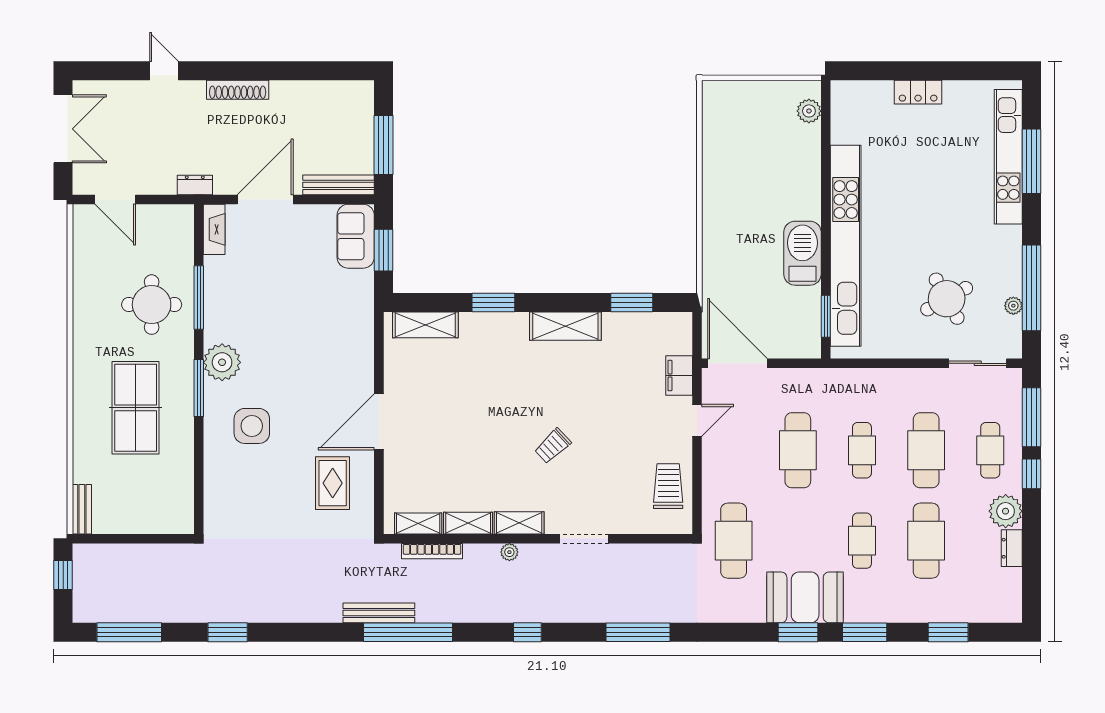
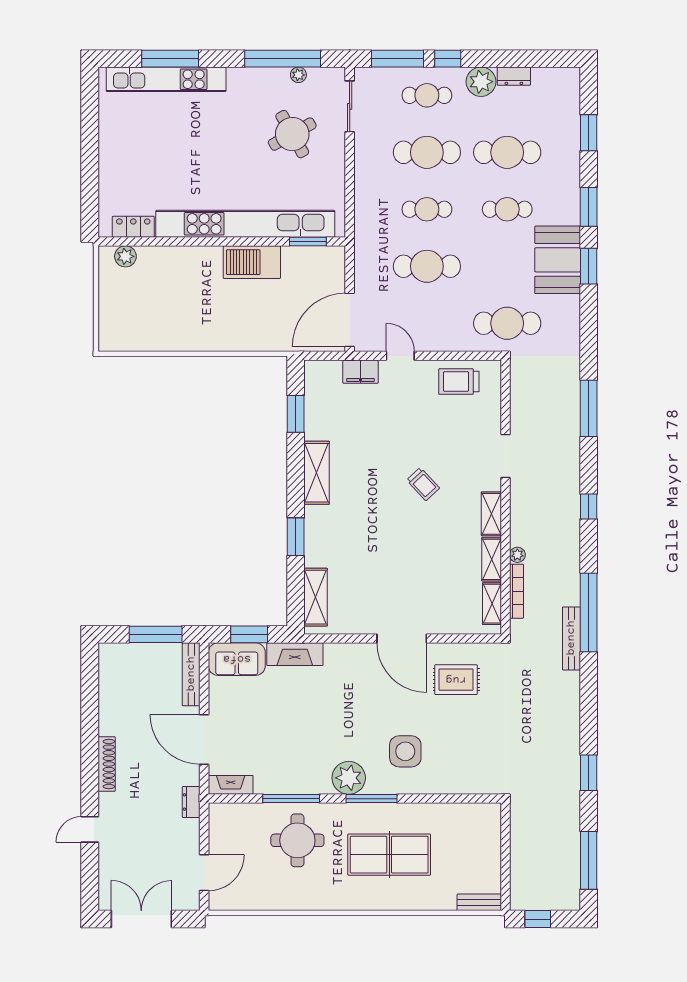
locker: (918, 92) -> (133, 227), moved, turned -90
fireplace: (361, 302) -> (295, 654), added
plant: (509, 552) -> (517, 555), moved

